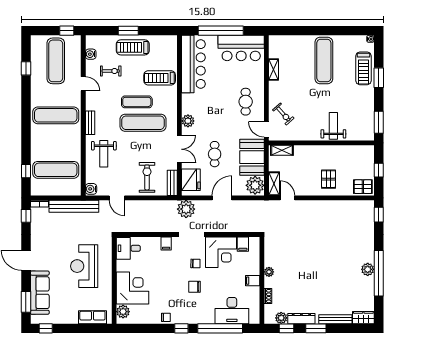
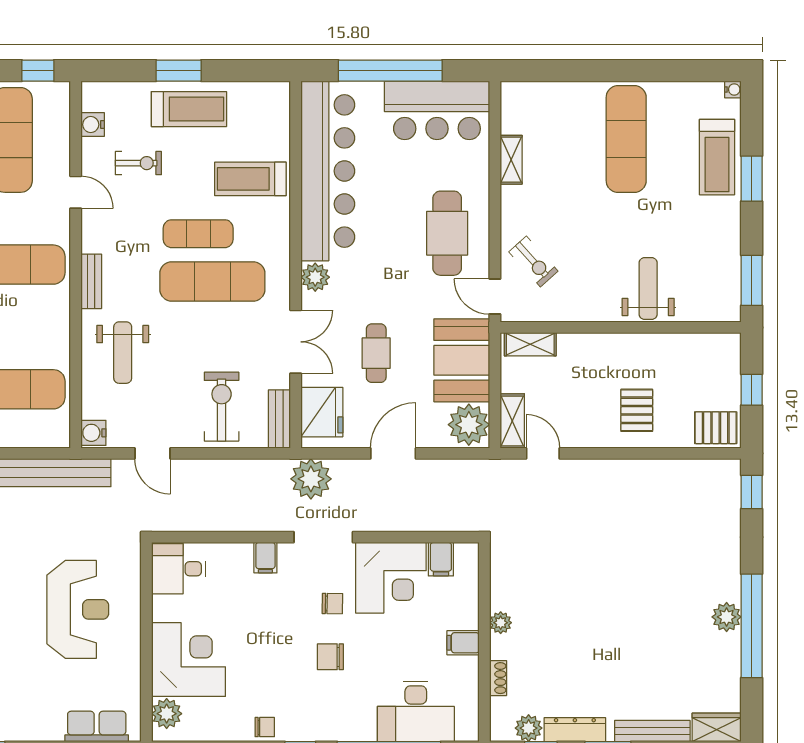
treadmill: (133, 47) -> (189, 109), turned 180
bar counter: (193, 64) -> (328, 171), width x1.36
cafe table: (246, 102) -> (447, 233), width x1.37, depth x1.35
reception desk: (84, 266) -> (78, 609), turned 180

